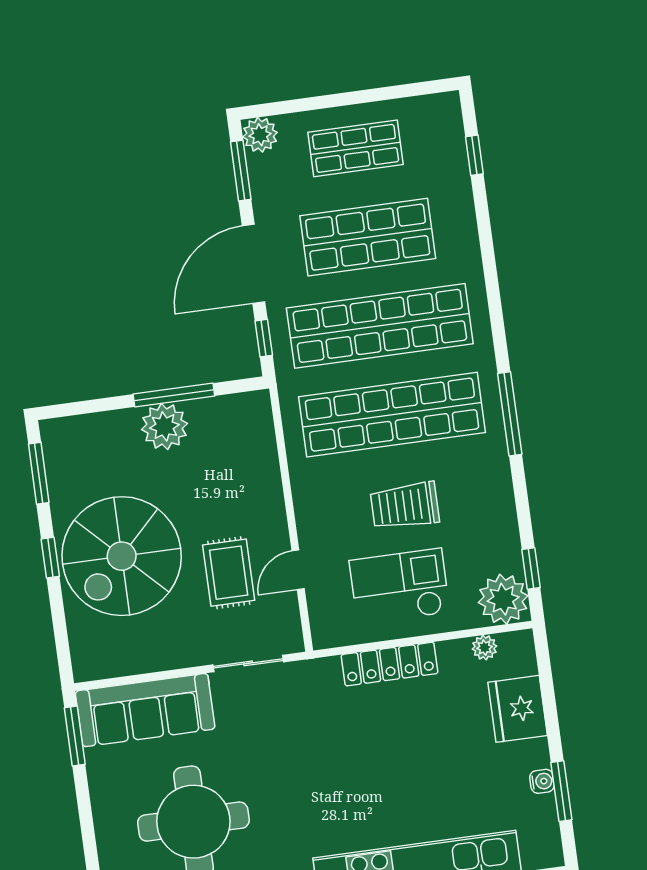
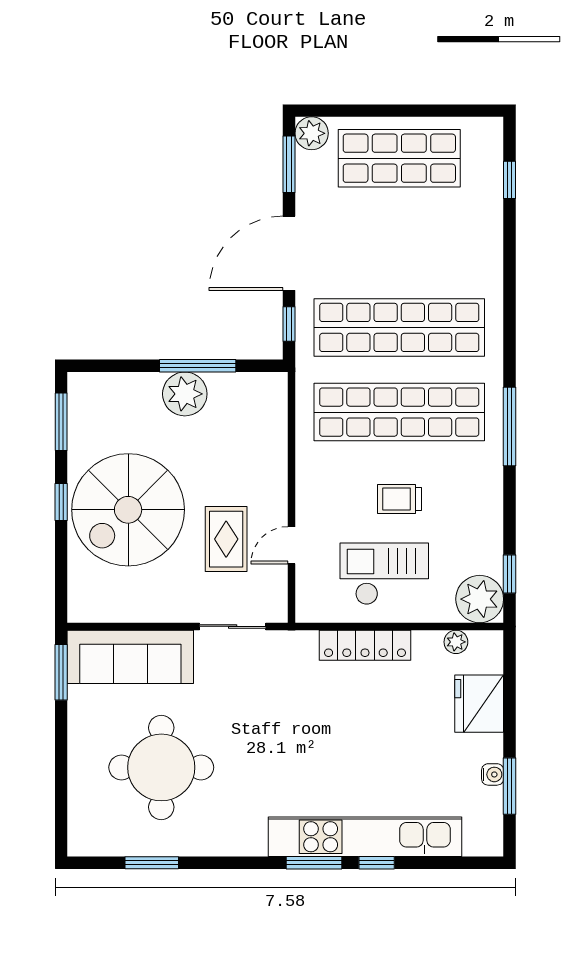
shop shelf: (356, 148) -> (399, 158), width x1.43, depth x1.36
shop shelf: (368, 237) -> (399, 243), removed
trolley: (405, 506) -> (399, 499), width x0.73, depth x0.72

